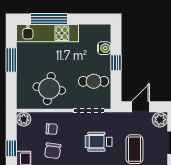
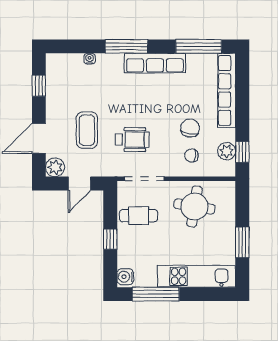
window: (49, 19) -> (156, 294), moved
water cooler: (104, 48) -> (125, 277), moved
plant: (24, 119) -> (227, 151), moved
window: (11, 148) -> (242, 152), moved

